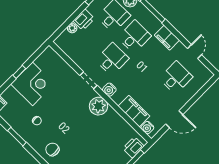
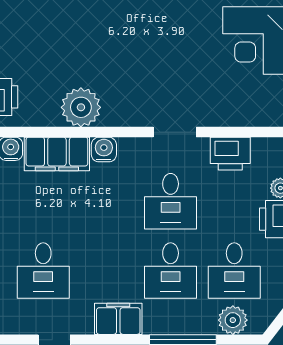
printer: (77, 56) -> (230, 154), added
water cooler: (109, 90) -> (104, 150), moved
plant: (98, 106) -> (81, 107), moved

